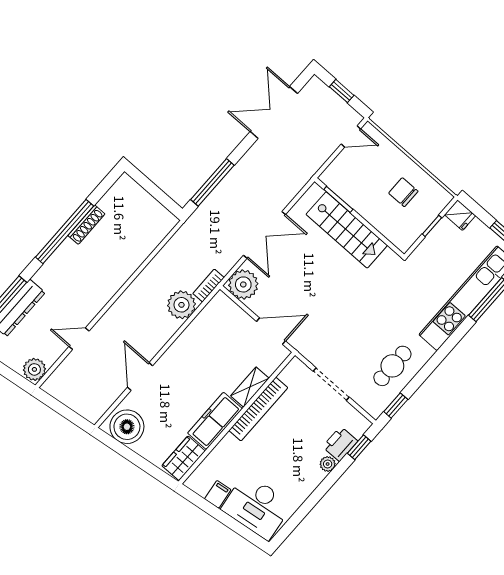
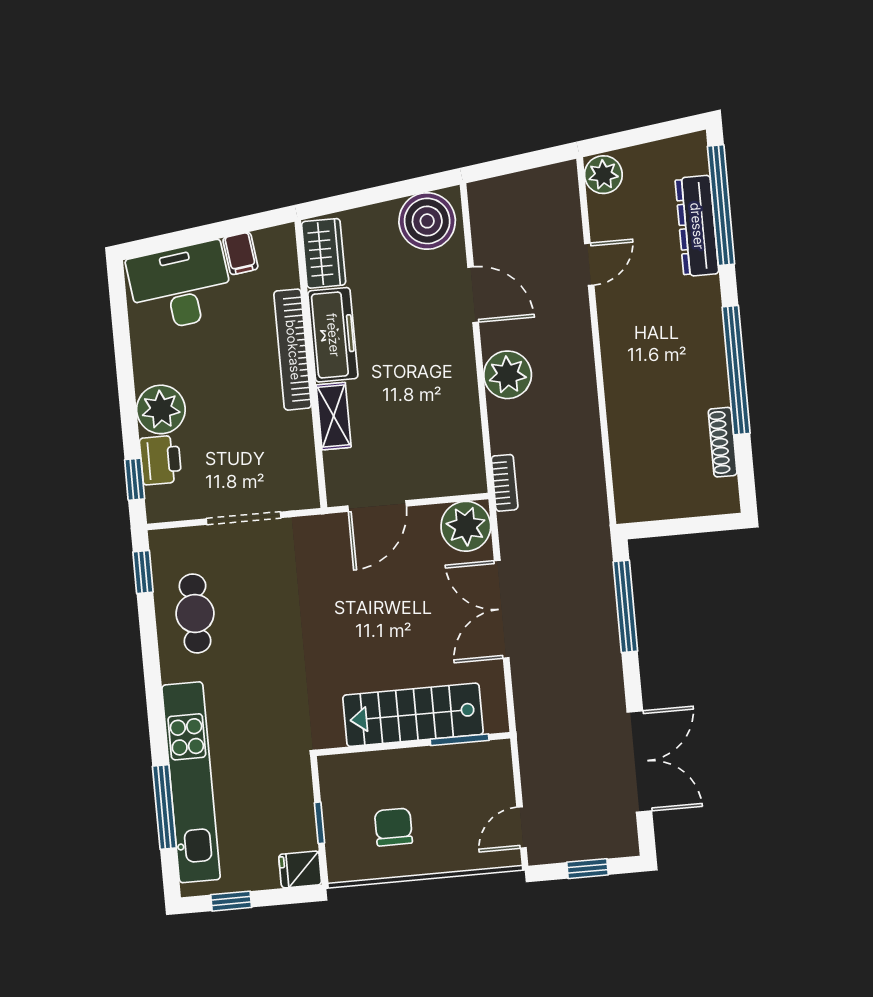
chair: (403, 192) -> (393, 827), turned -90
shoe rack: (86, 225) -> (723, 442), moved
plant: (181, 305) -> (508, 375), moved
bookcase: (258, 409) -> (293, 350), moved
plant: (328, 464) -> (161, 409), width x1.87, depth x1.87

